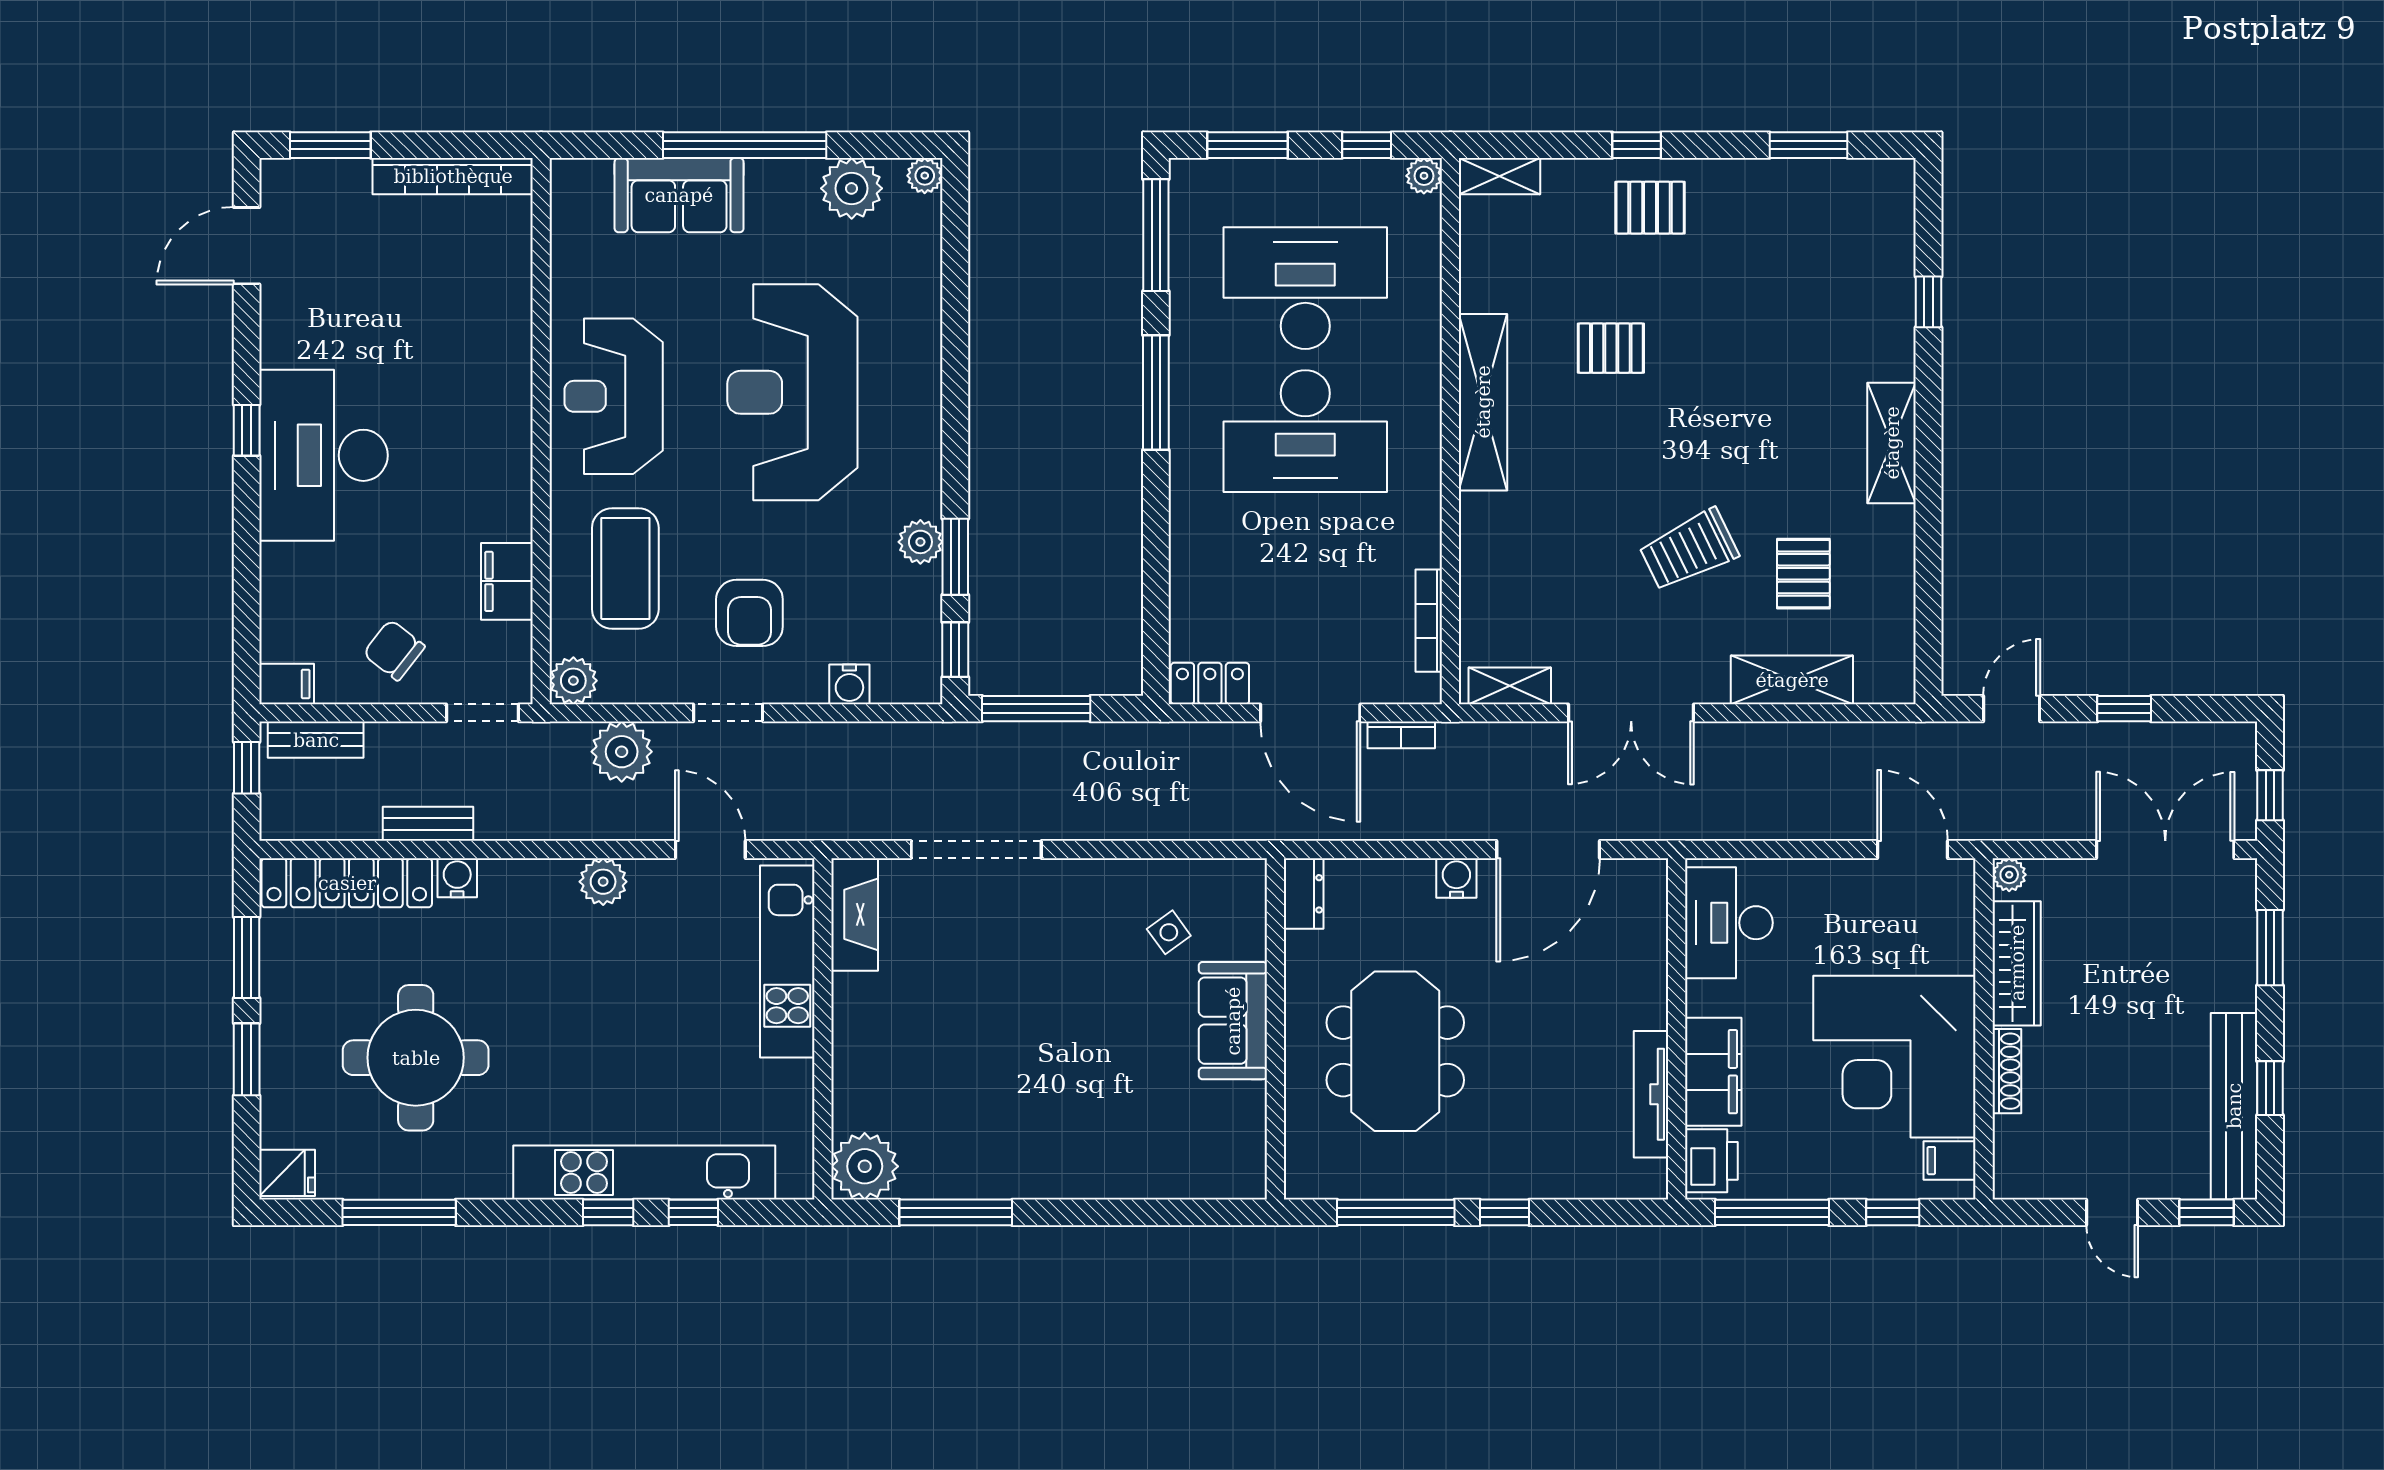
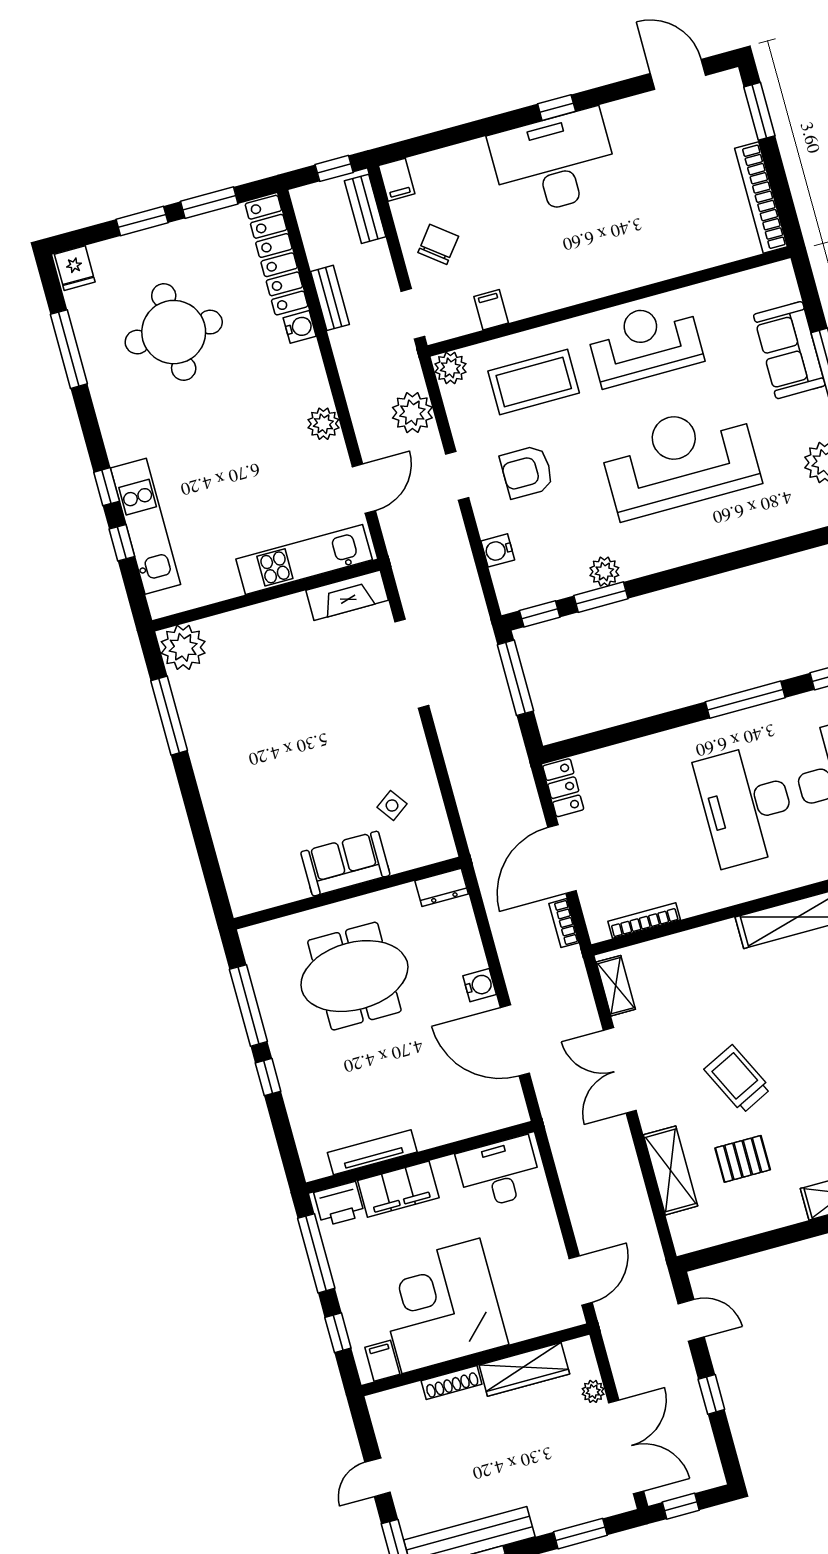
filing cabinet: (507, 581) -> (491, 310), width x0.50
plant: (2009, 875) -> (593, 1391), moved
kitchen unit: (644, 1173) -> (146, 526), width x0.73

